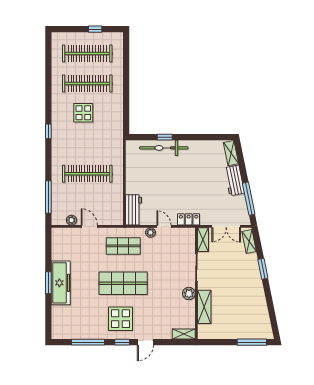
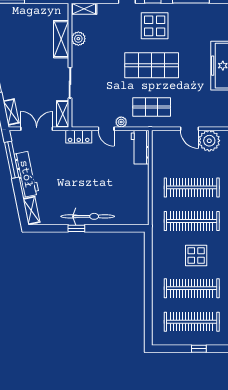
window: (95, 29) -> (199, 349), moved
window: (165, 137) -> (76, 228), moved
clothes rail: (87, 144) -> (192, 221), added
bicycle: (164, 148) -> (88, 216), moved
workbench: (234, 180) -> (26, 174), width x1.38
plant: (72, 220) -> (209, 141), width x1.87, depth x1.87
plant: (189, 294) -> (78, 39), moved

